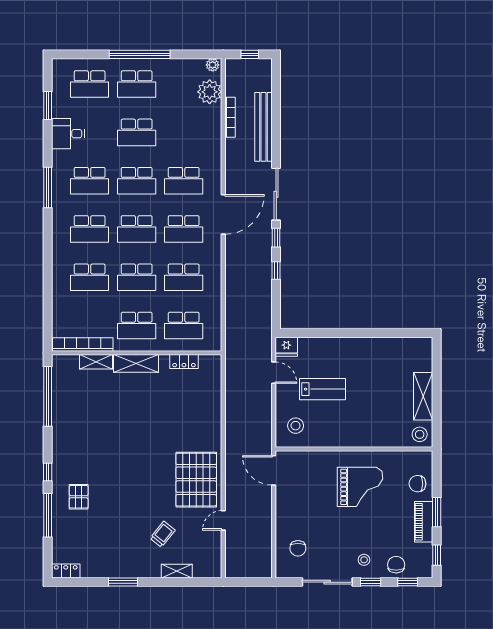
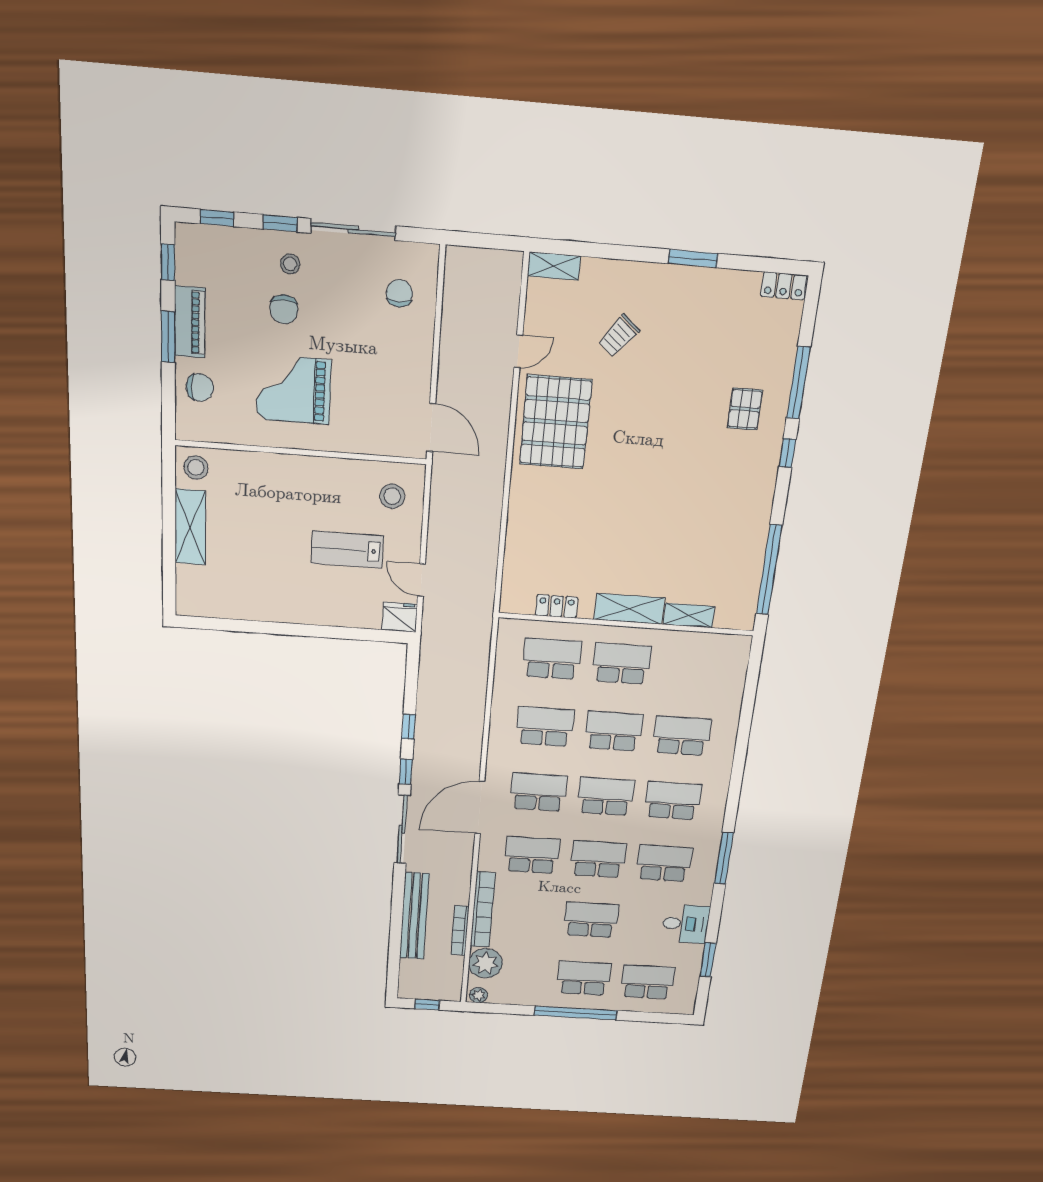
bookcase: (83, 344) -> (483, 910), moved, turned -90
chair: (396, 565) -> (284, 309), moved
shelving: (177, 571) -> (554, 266), moved

